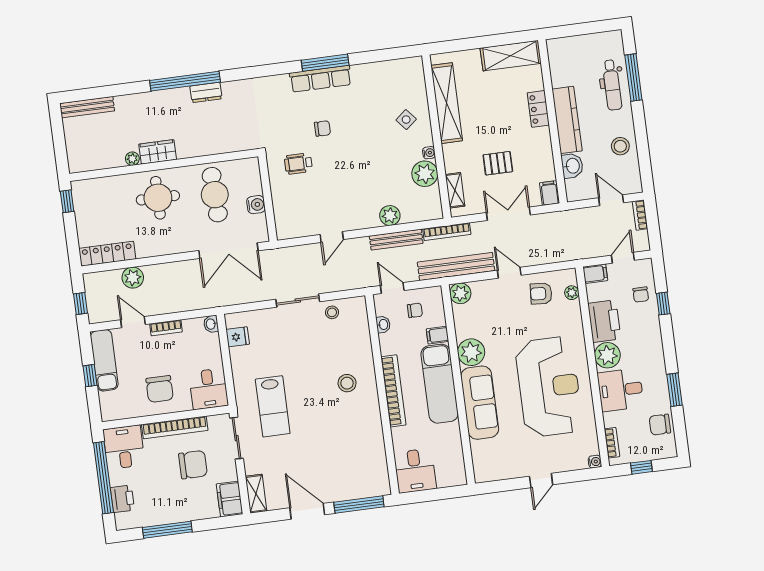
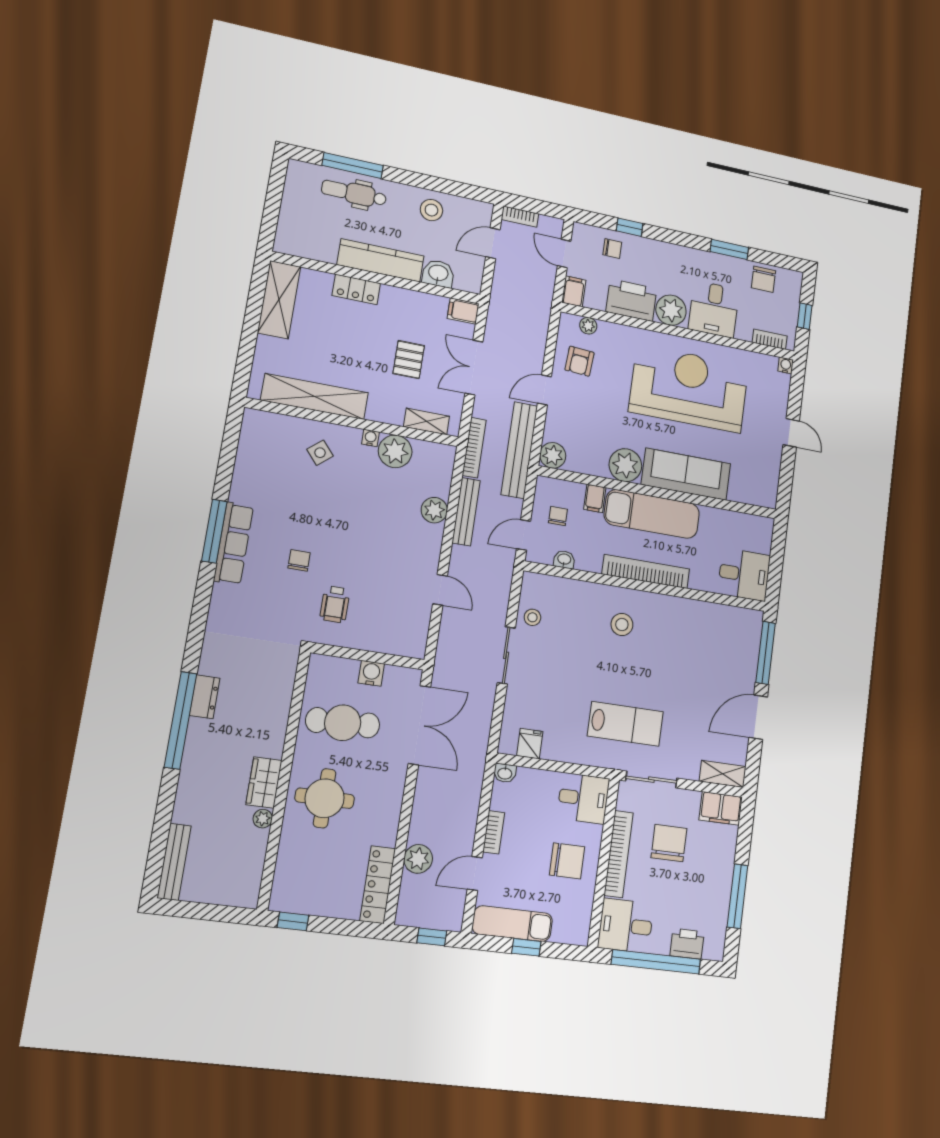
dental chair: (612, 85) -> (354, 193), turned 180

